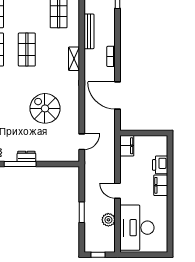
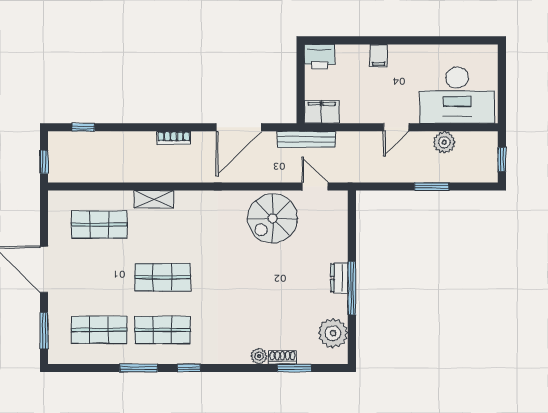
bench: (89, 31) -> (306, 139), moved
shelving: (74, 59) -> (154, 199), moved
spiral stairs: (45, 108) -> (272, 218), moved
printer: (160, 165) -> (320, 57), moved
filing cabinet: (161, 185) -> (379, 56), width x0.50

